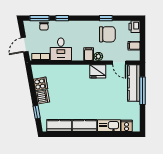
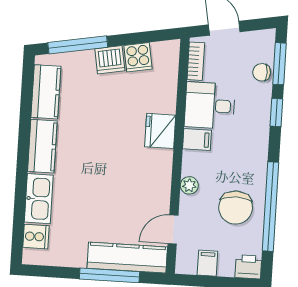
window: (106, 18) -> (271, 207), width x3.17
filing cabinet: (89, 54) -> (197, 140), moved
fridge: (98, 71) -> (160, 131), moved
window: (37, 112) -> (78, 45), width x2.17

